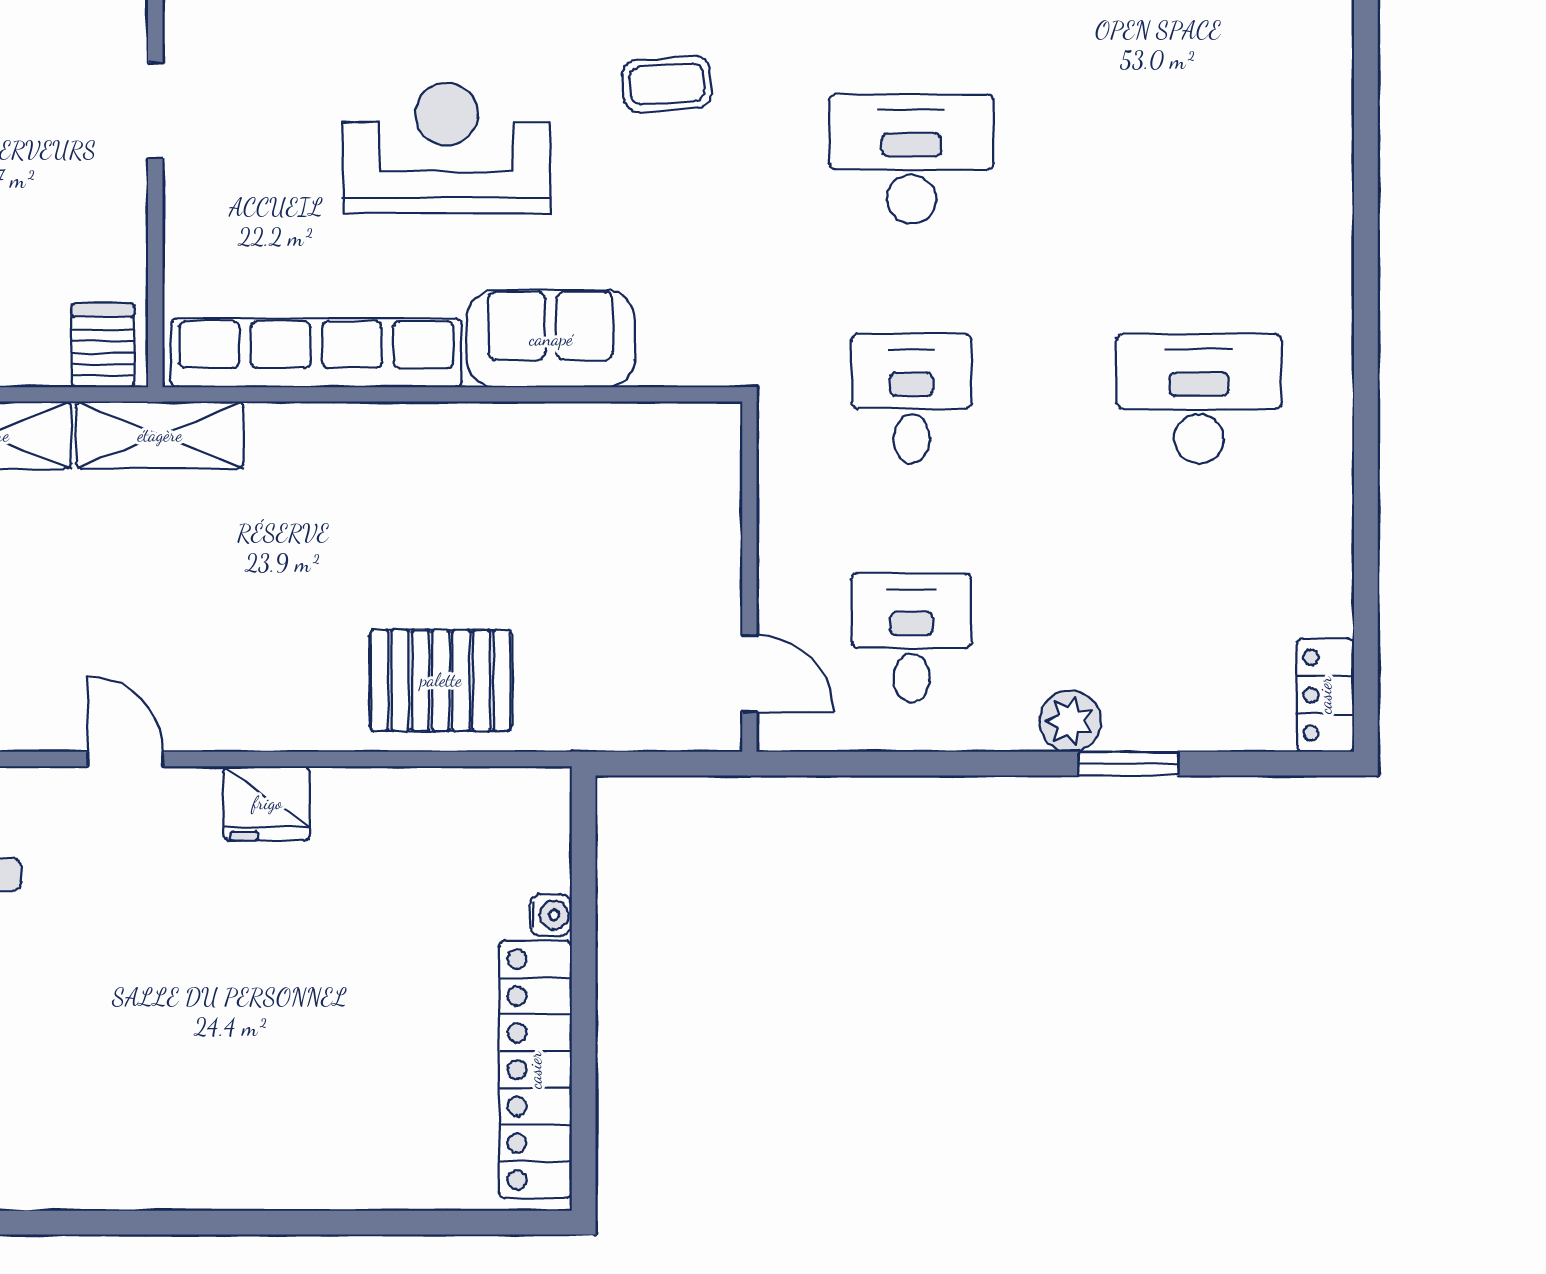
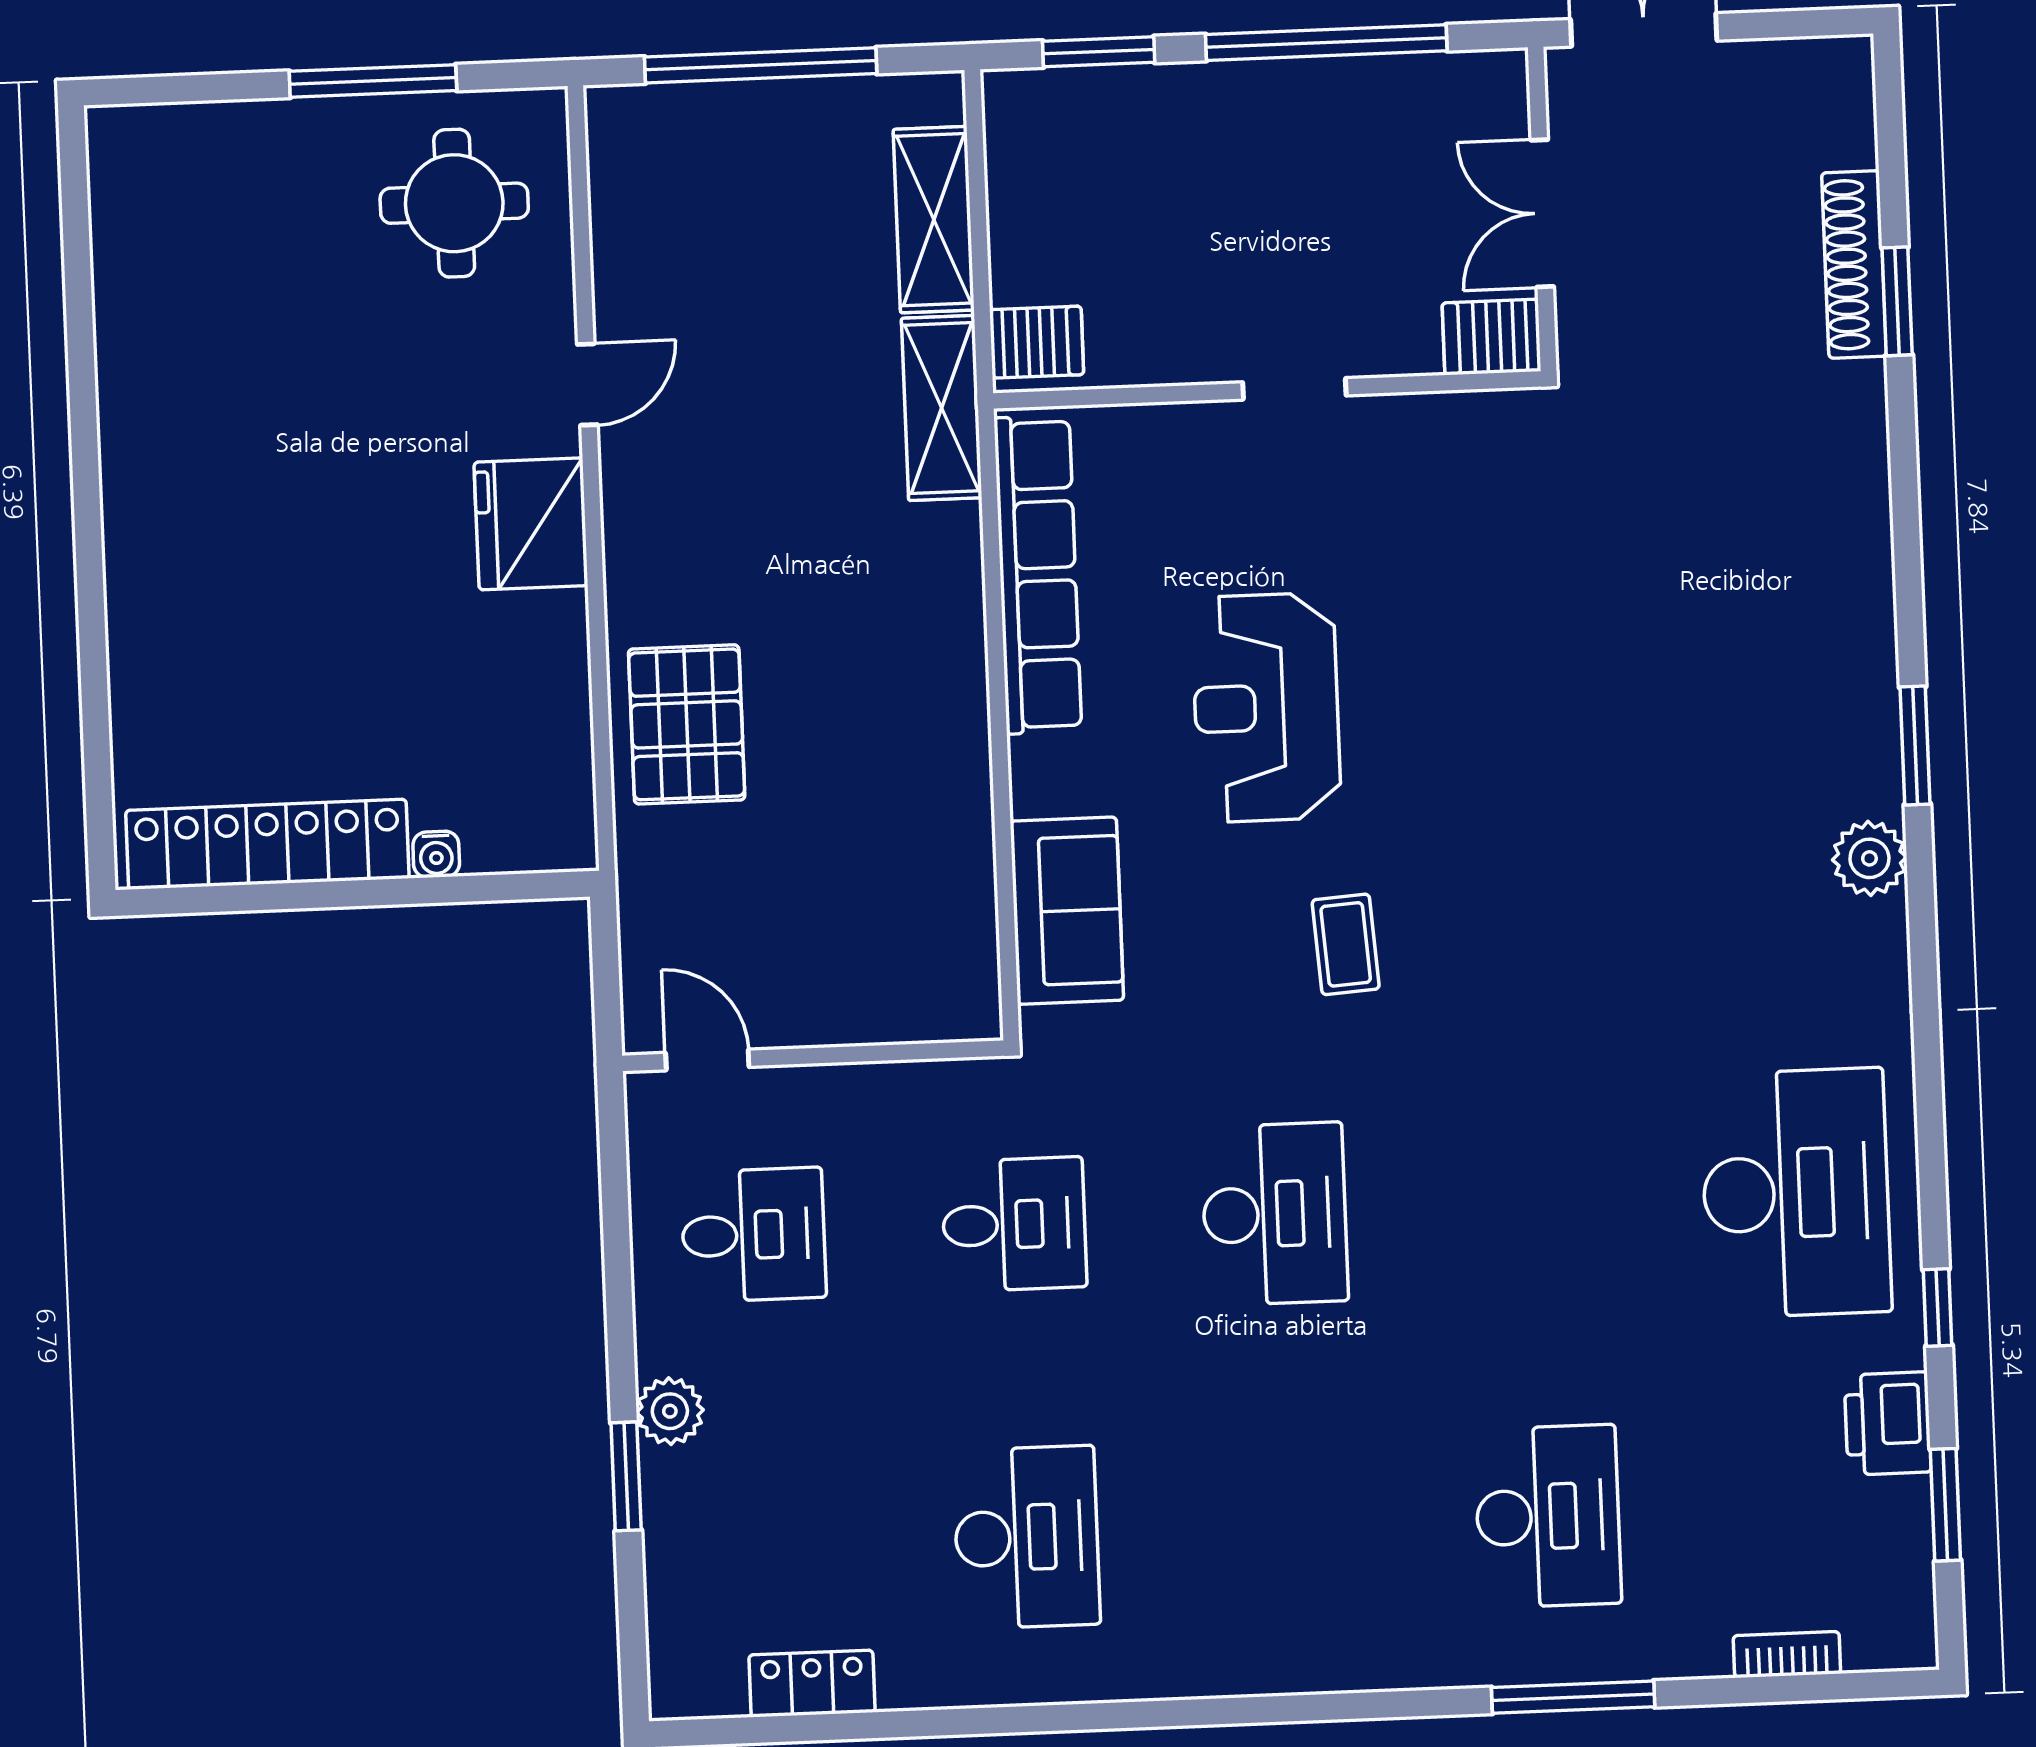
reception desk: (447, 148) -> (1266, 708), turned 180
sofa: (551, 339) -> (1067, 911), moved
door: (749, 674) -> (707, 1060), swing flipped
locker: (1325, 695) -> (812, 1684), moved
fridge: (267, 803) -> (531, 524), width x1.36, depth x1.34

